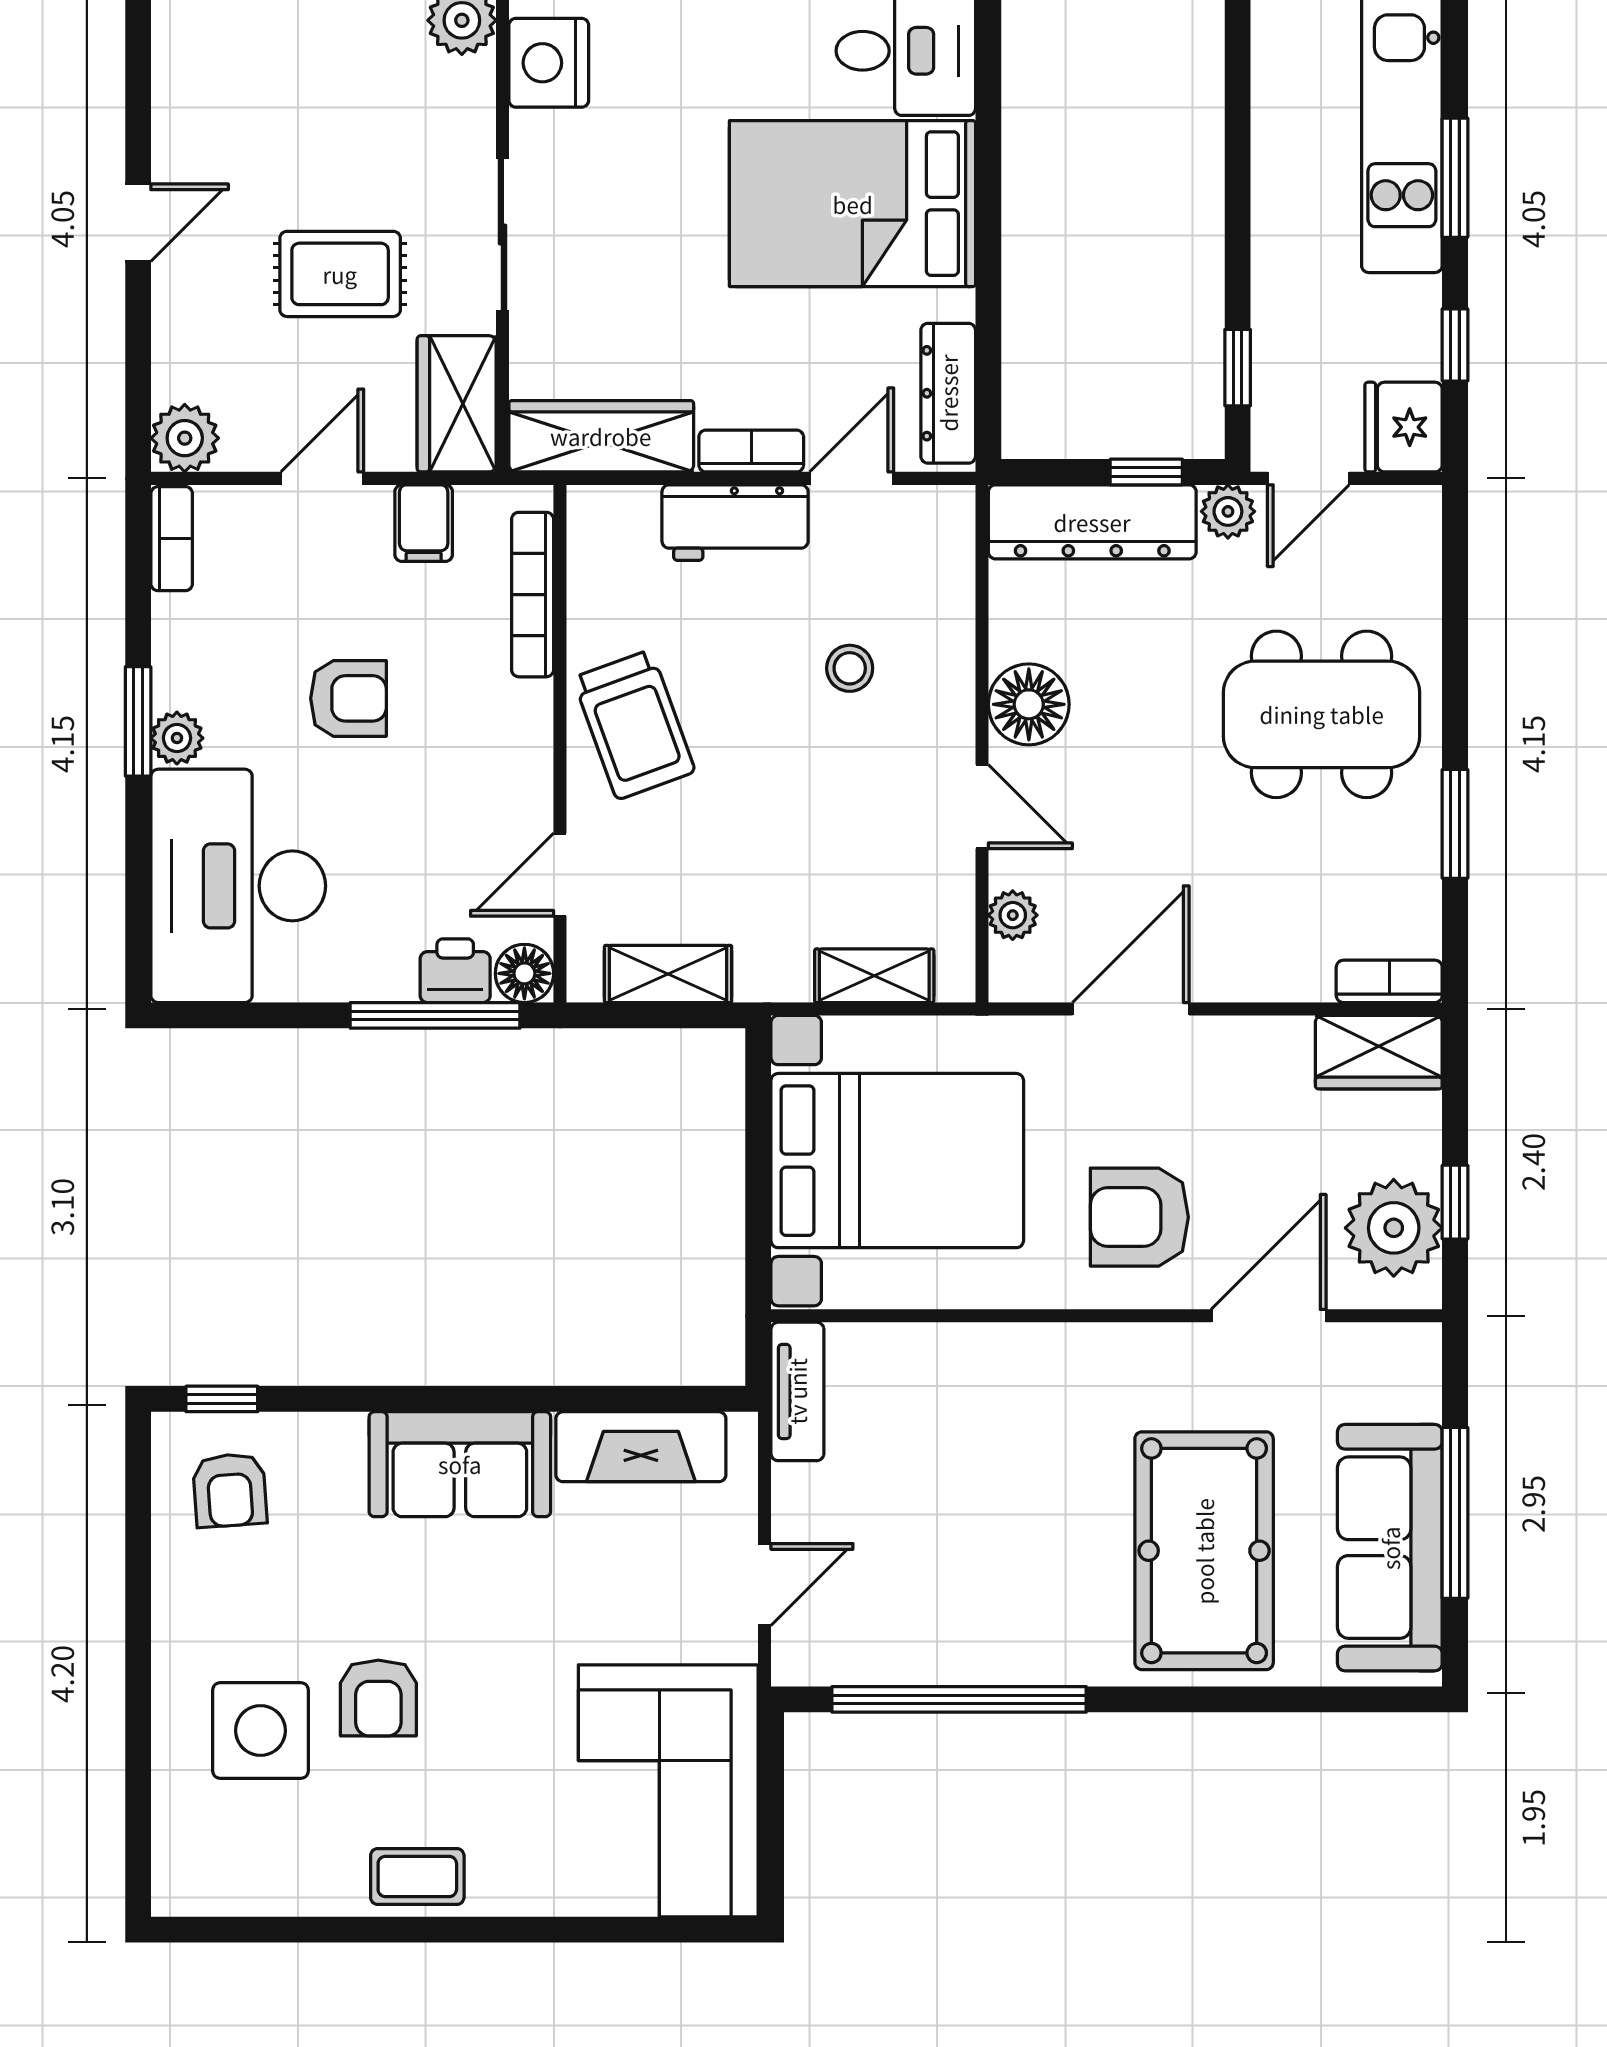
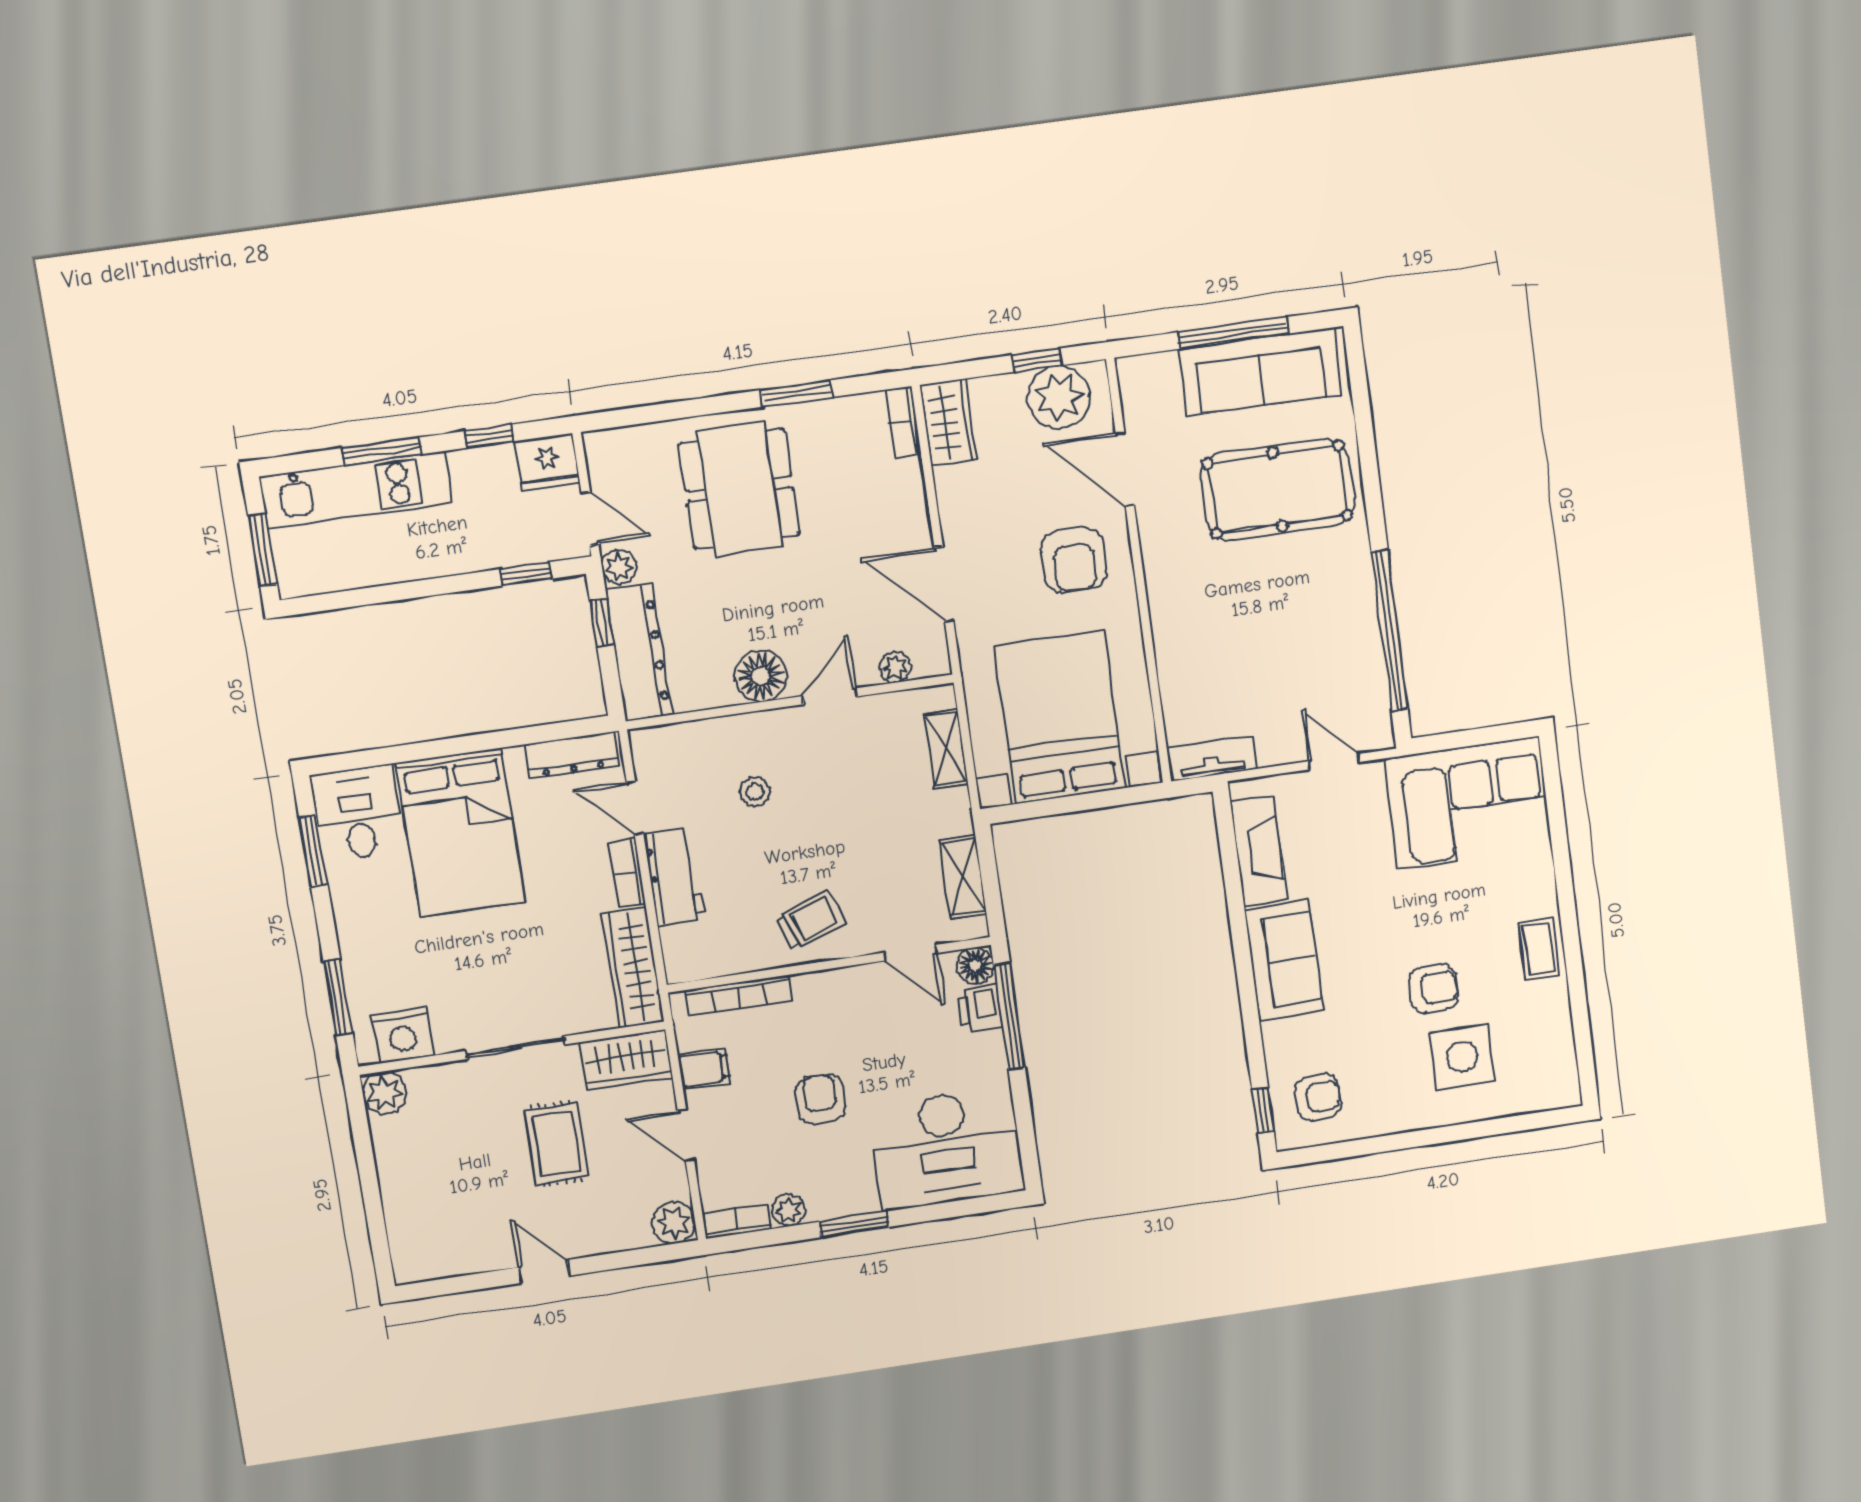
trolley: (634, 725) -> (811, 921), width x0.73, depth x0.72
plant: (177, 738) -> (789, 1210), moved

